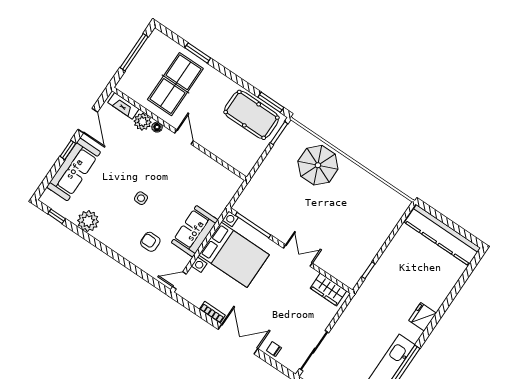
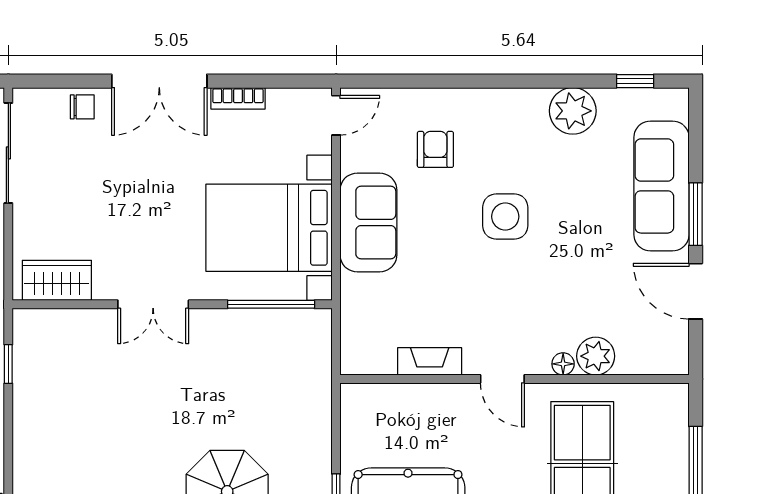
fireplace: (123, 106) -> (430, 361), moved
window: (68, 150) -> (696, 214), width x1.50
side table: (141, 198) -> (505, 217), width x1.87, depth x1.87
armchair: (150, 242) -> (435, 149), turned -90

